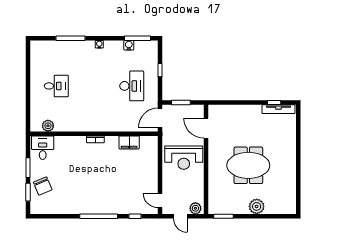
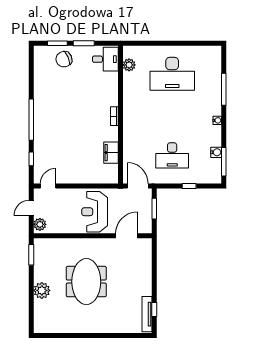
desk: (56, 86) -> (172, 74), width x1.87, depth x1.30

